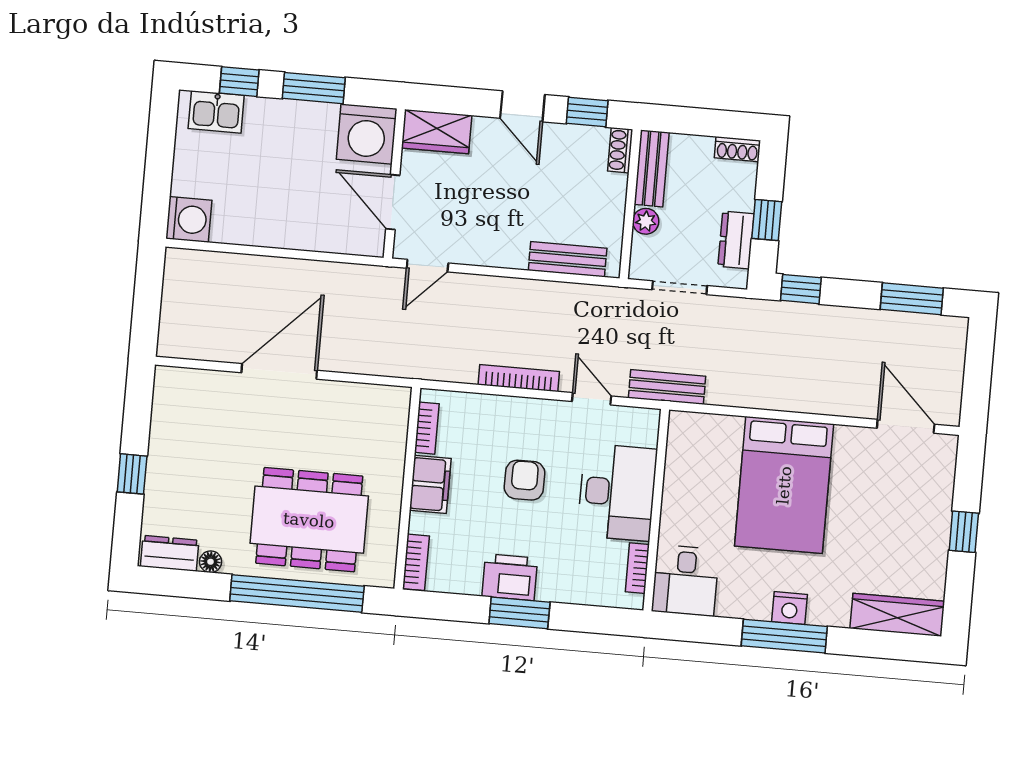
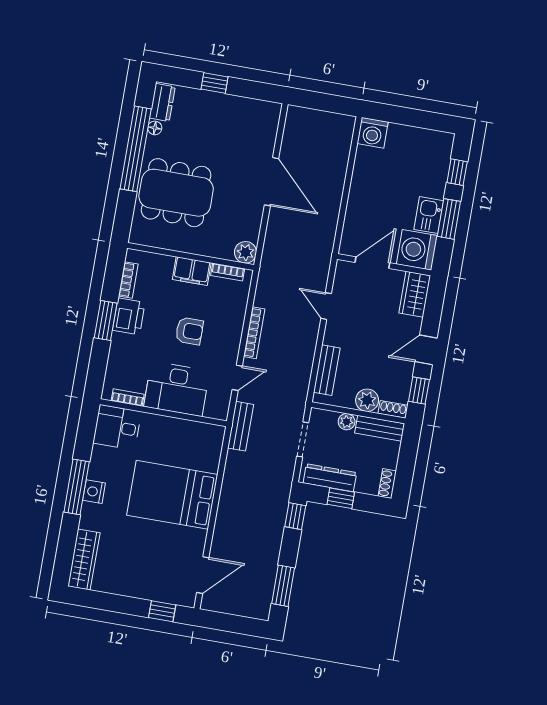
kitchen sink: (216, 112) -> (429, 215), moved
plant: (609, 192) -> (367, 400), added
dresser: (736, 240) -> (330, 478), width x1.44
door: (427, 266) -> (326, 306), moved
plant: (394, 403) -> (245, 252), added
dining table: (309, 520) -> (176, 193), turned 90
window: (964, 532) -> (162, 611), moved
bookcase: (416, 562) -> (128, 280), moved, turned -90
window: (297, 593) -> (136, 149), moved

